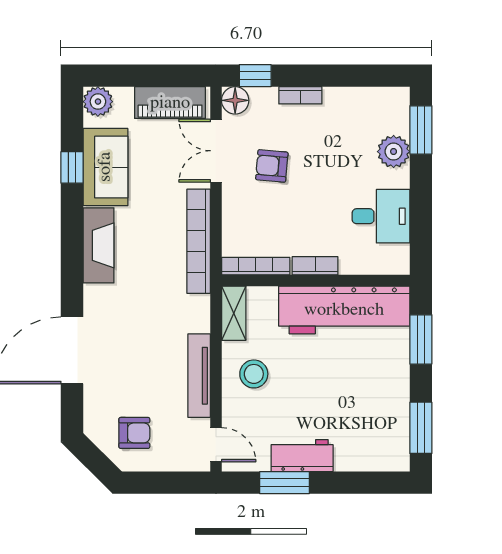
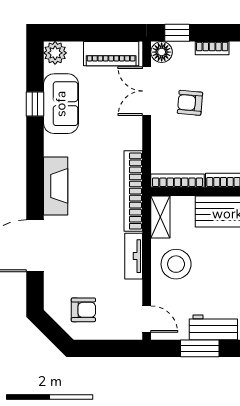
bookcase: (199, 241) -> (133, 191), moved
fireplace: (99, 245) -> (56, 186), moved
stool: (254, 374) -> (176, 264), width x1.38, depth x1.38
tv unit: (199, 376) -> (134, 256), width x0.71

